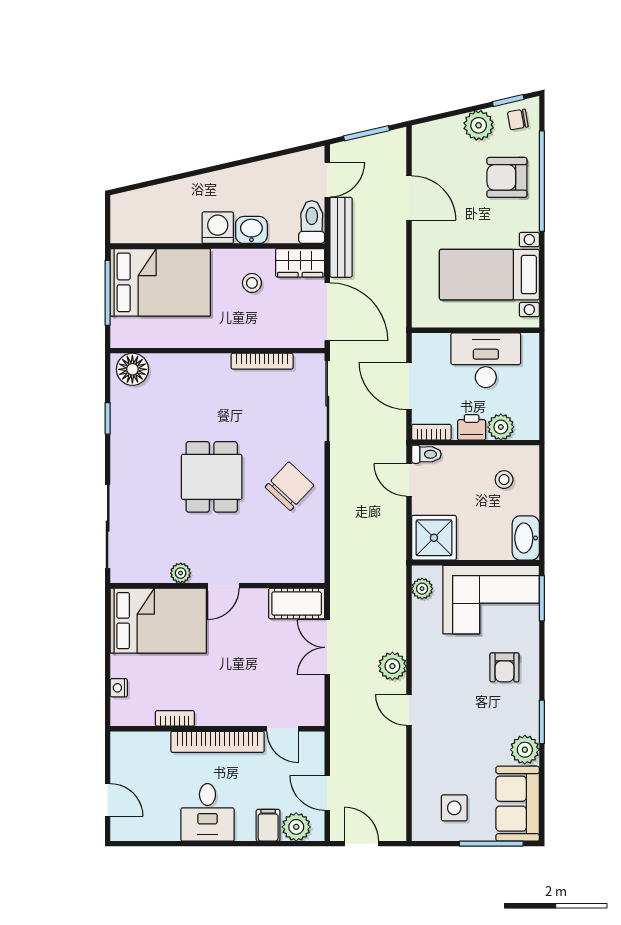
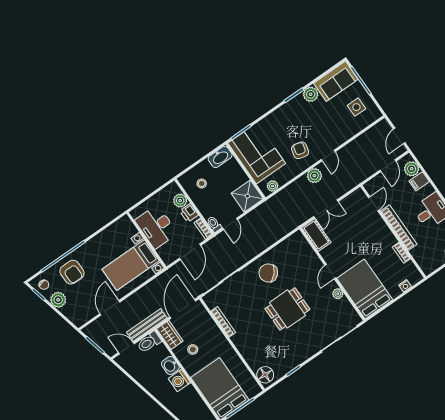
bed with nightstands: (489, 275) -> (131, 265), moved, turned 90
door: (223, 586) -> (330, 272), swing flipped
armchair: (504, 667) -> (300, 150), moved, turned -76

